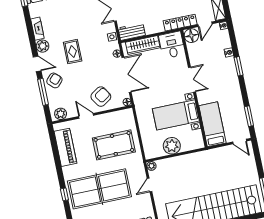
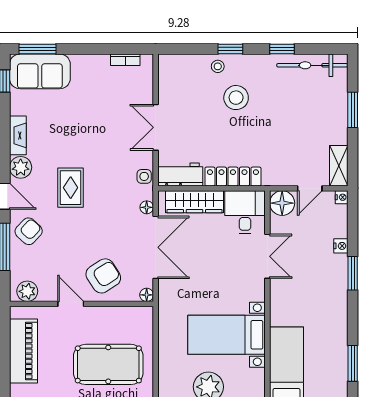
locker: (180, 23) -> (233, 177), moved
double door: (192, 80) -> (267, 256), moved

